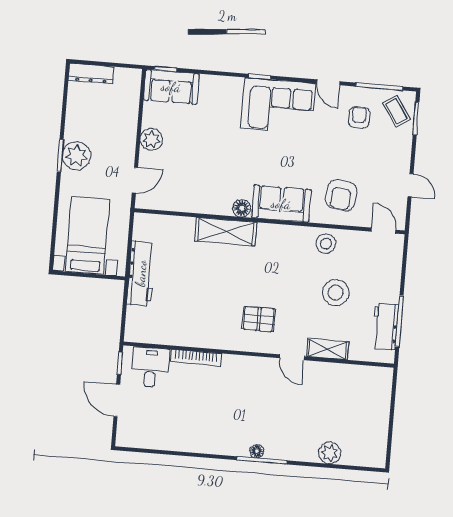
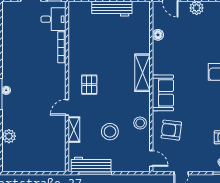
floor lamp: (242, 208) -> (158, 35), moved
door: (384, 231) -> (151, 159), hinge flipped
shelving: (226, 232) -> (142, 73), moved
workbench: (385, 327) -> (91, 164), width x1.38

